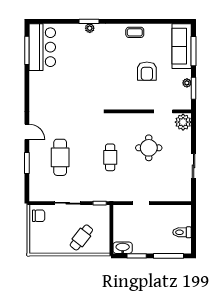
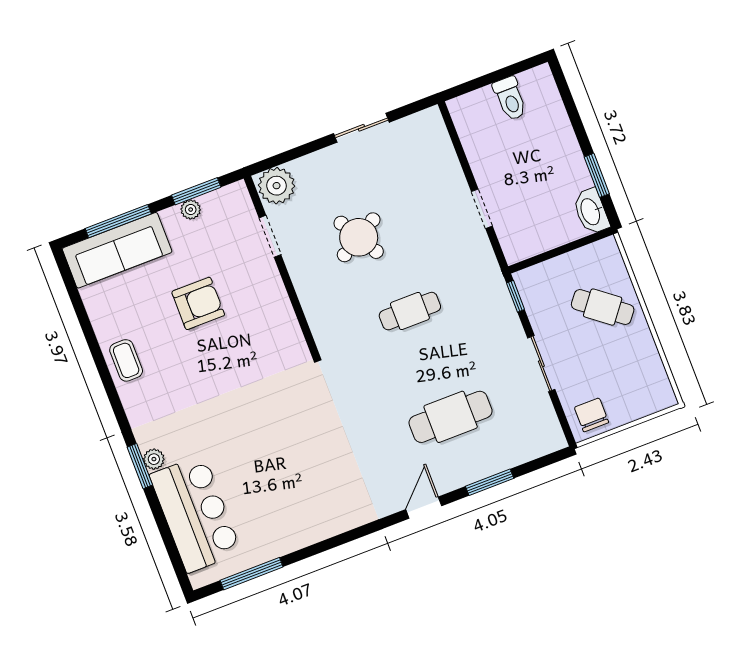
bar counter: (42, 47) -> (195, 514), moved, turned 90
round table: (149, 148) -> (359, 237), turned -30
window: (169, 256) -> (571, 108), removed

